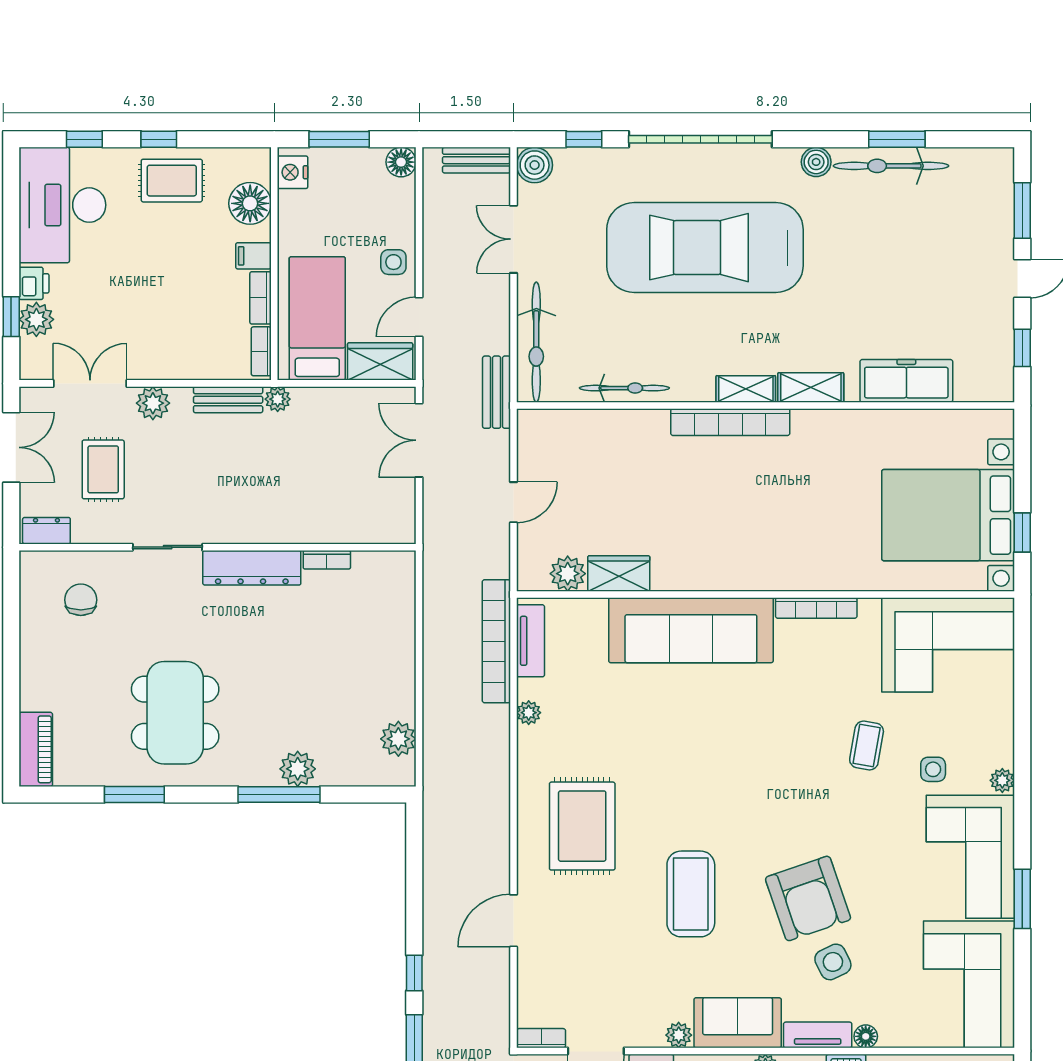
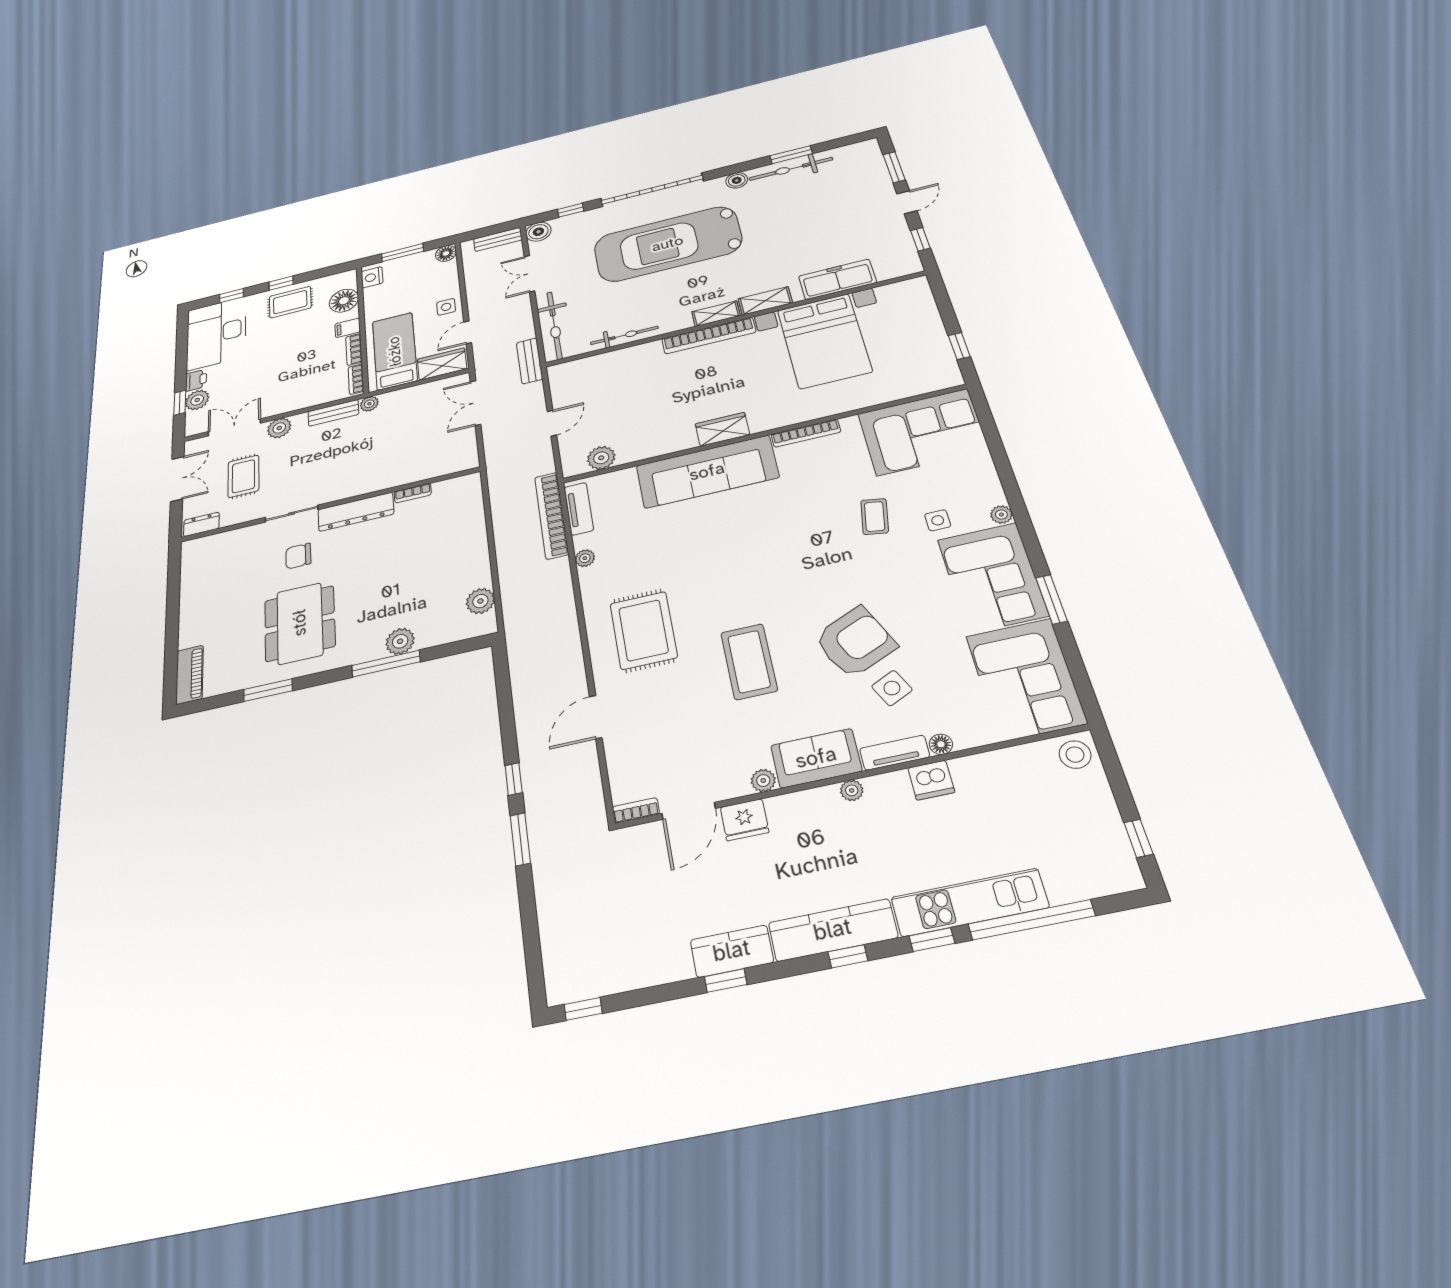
bed with nightstands: (948, 515) -> (824, 341), moved, turned -90
wardrobe: (619, 573) -> (722, 429), moved
chair: (81, 600) -> (298, 556), moved, turned -90
armchair: (808, 898) -> (855, 642), turned -95

